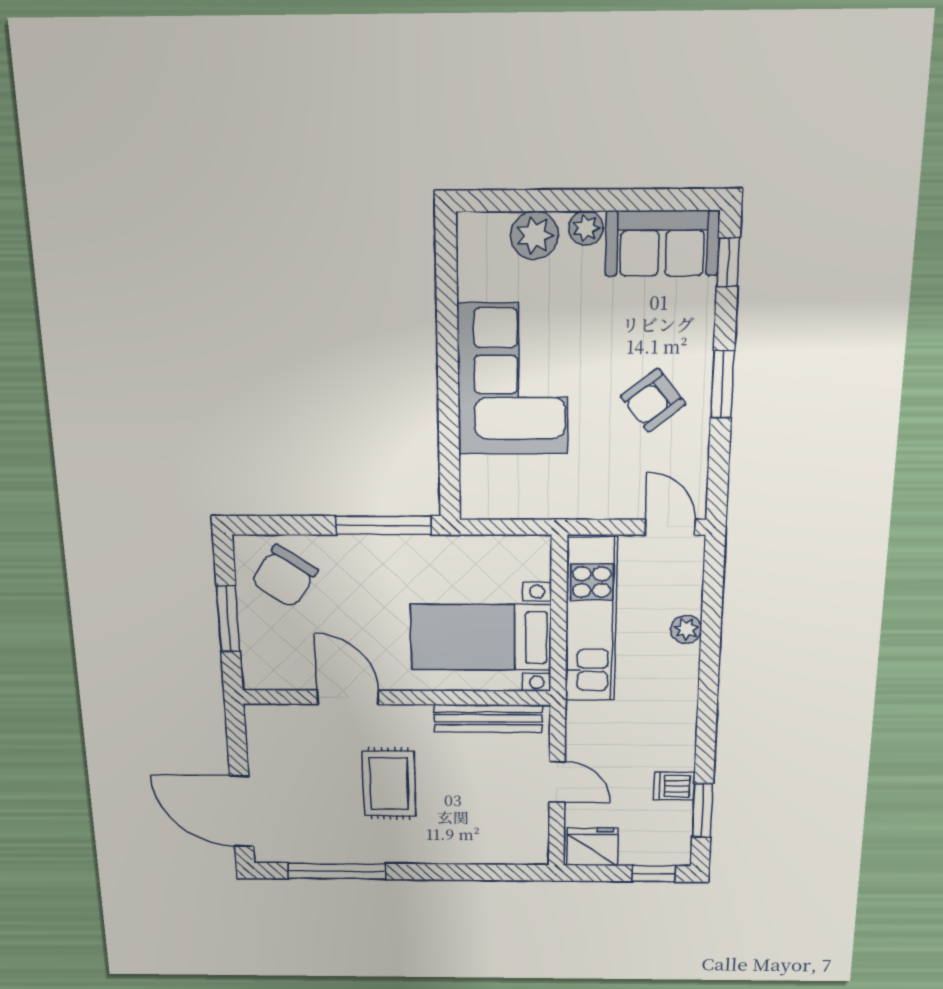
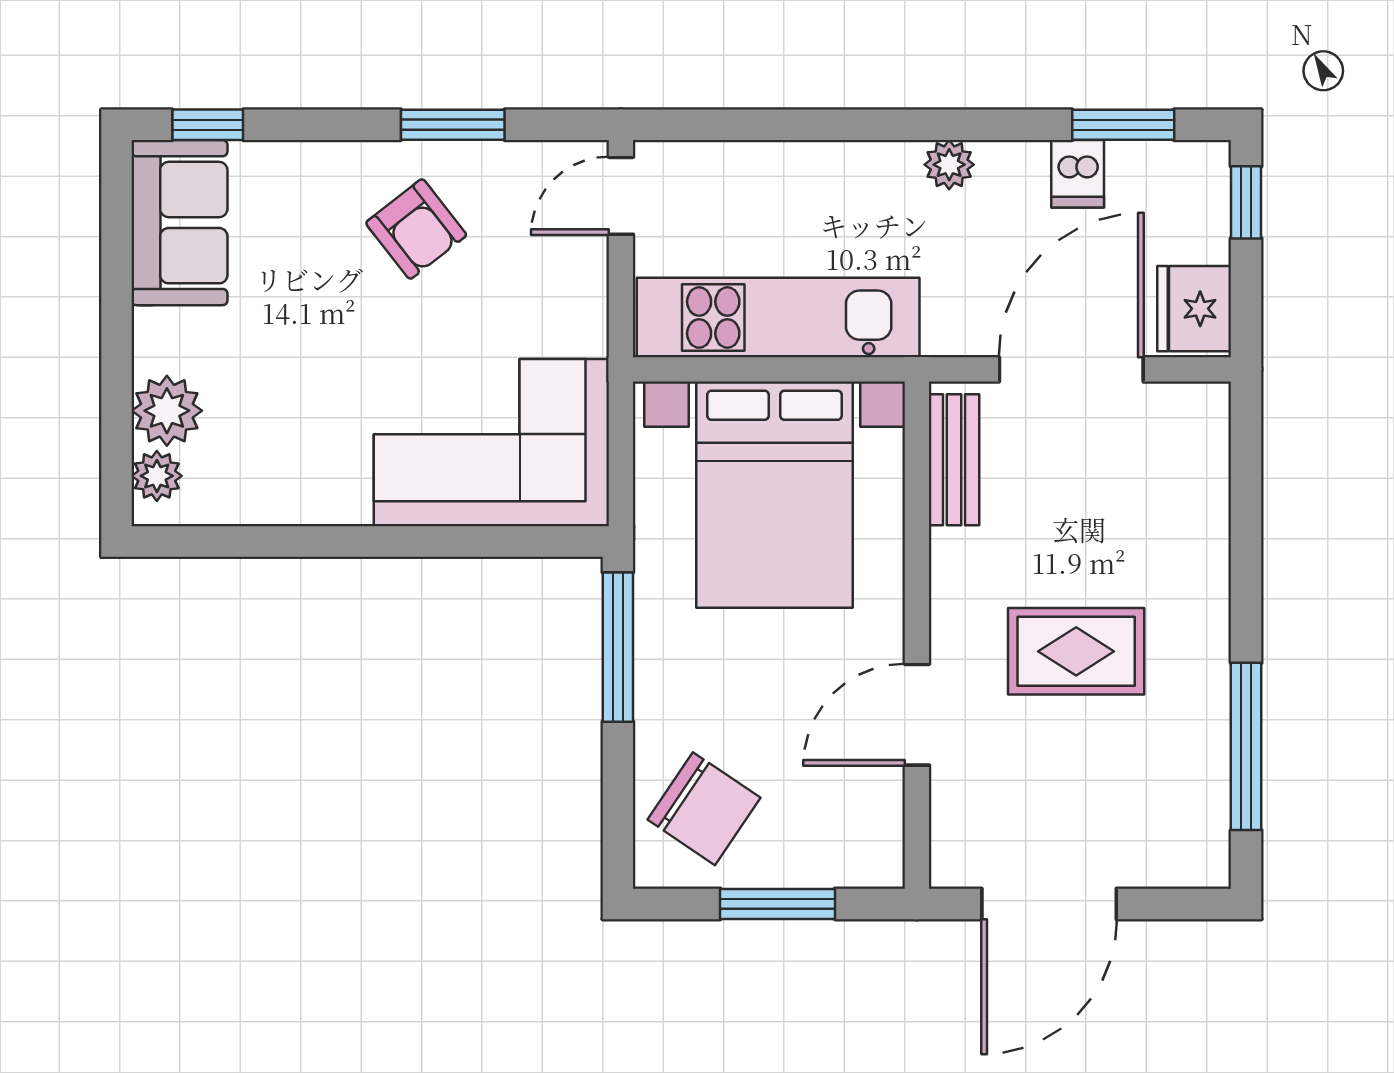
plant: (586, 228) -> (157, 476), moved
corner sofa: (513, 379) -> (491, 443), moved
window: (722, 384) -> (453, 125), moved
plant: (686, 629) -> (949, 165), moved
bed with nightstands: (481, 637) -> (775, 495), width x1.36
bench: (488, 718) -> (954, 460), width x0.73
door: (557, 782) -> (1071, 369), width x1.87
door: (242, 811) -> (1049, 904), moved

